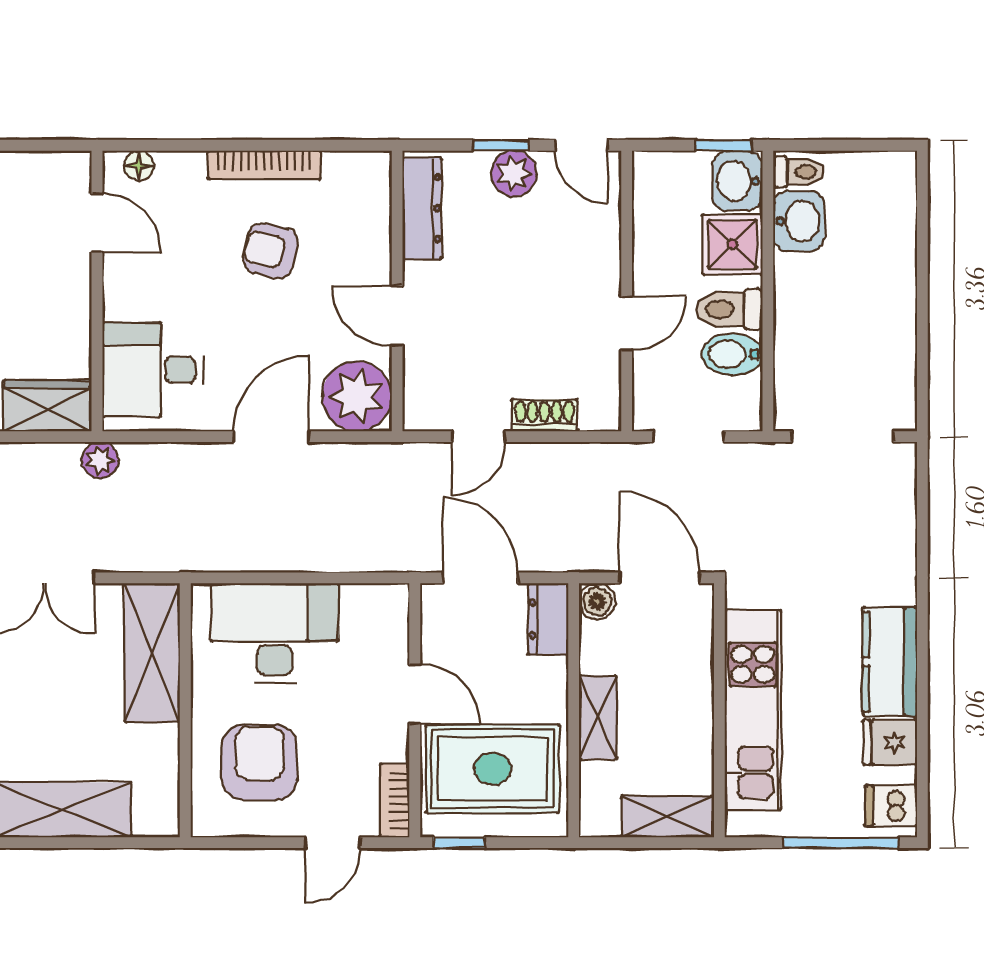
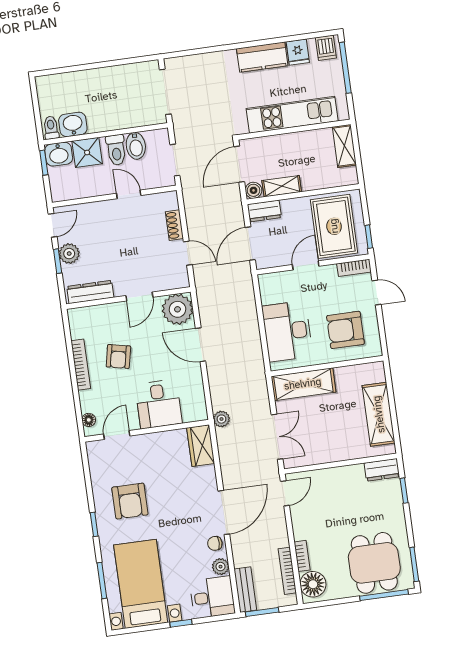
desk: (153, 370) -> (159, 404), moved
shelving: (598, 718) -> (282, 186), moved

